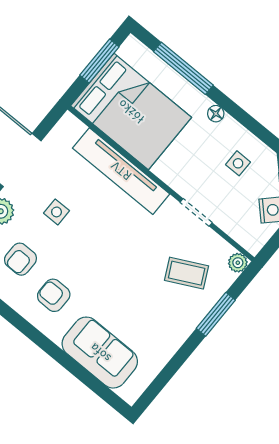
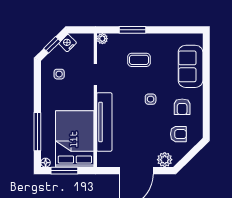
floor lamp: (216, 114) -> (46, 163), moved
side table: (57, 212) -> (151, 99), moved
coffee table: (187, 273) -> (139, 60), moved, turned -63

